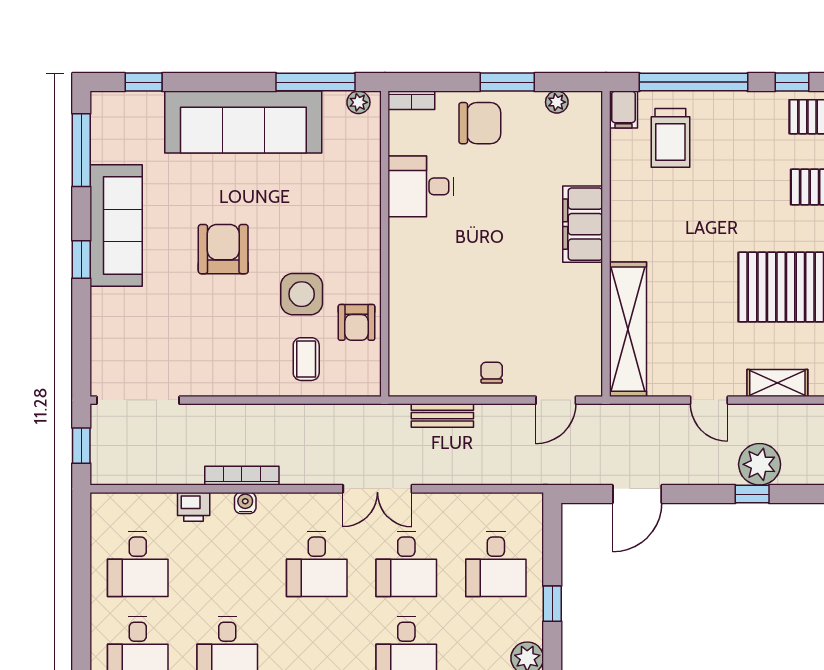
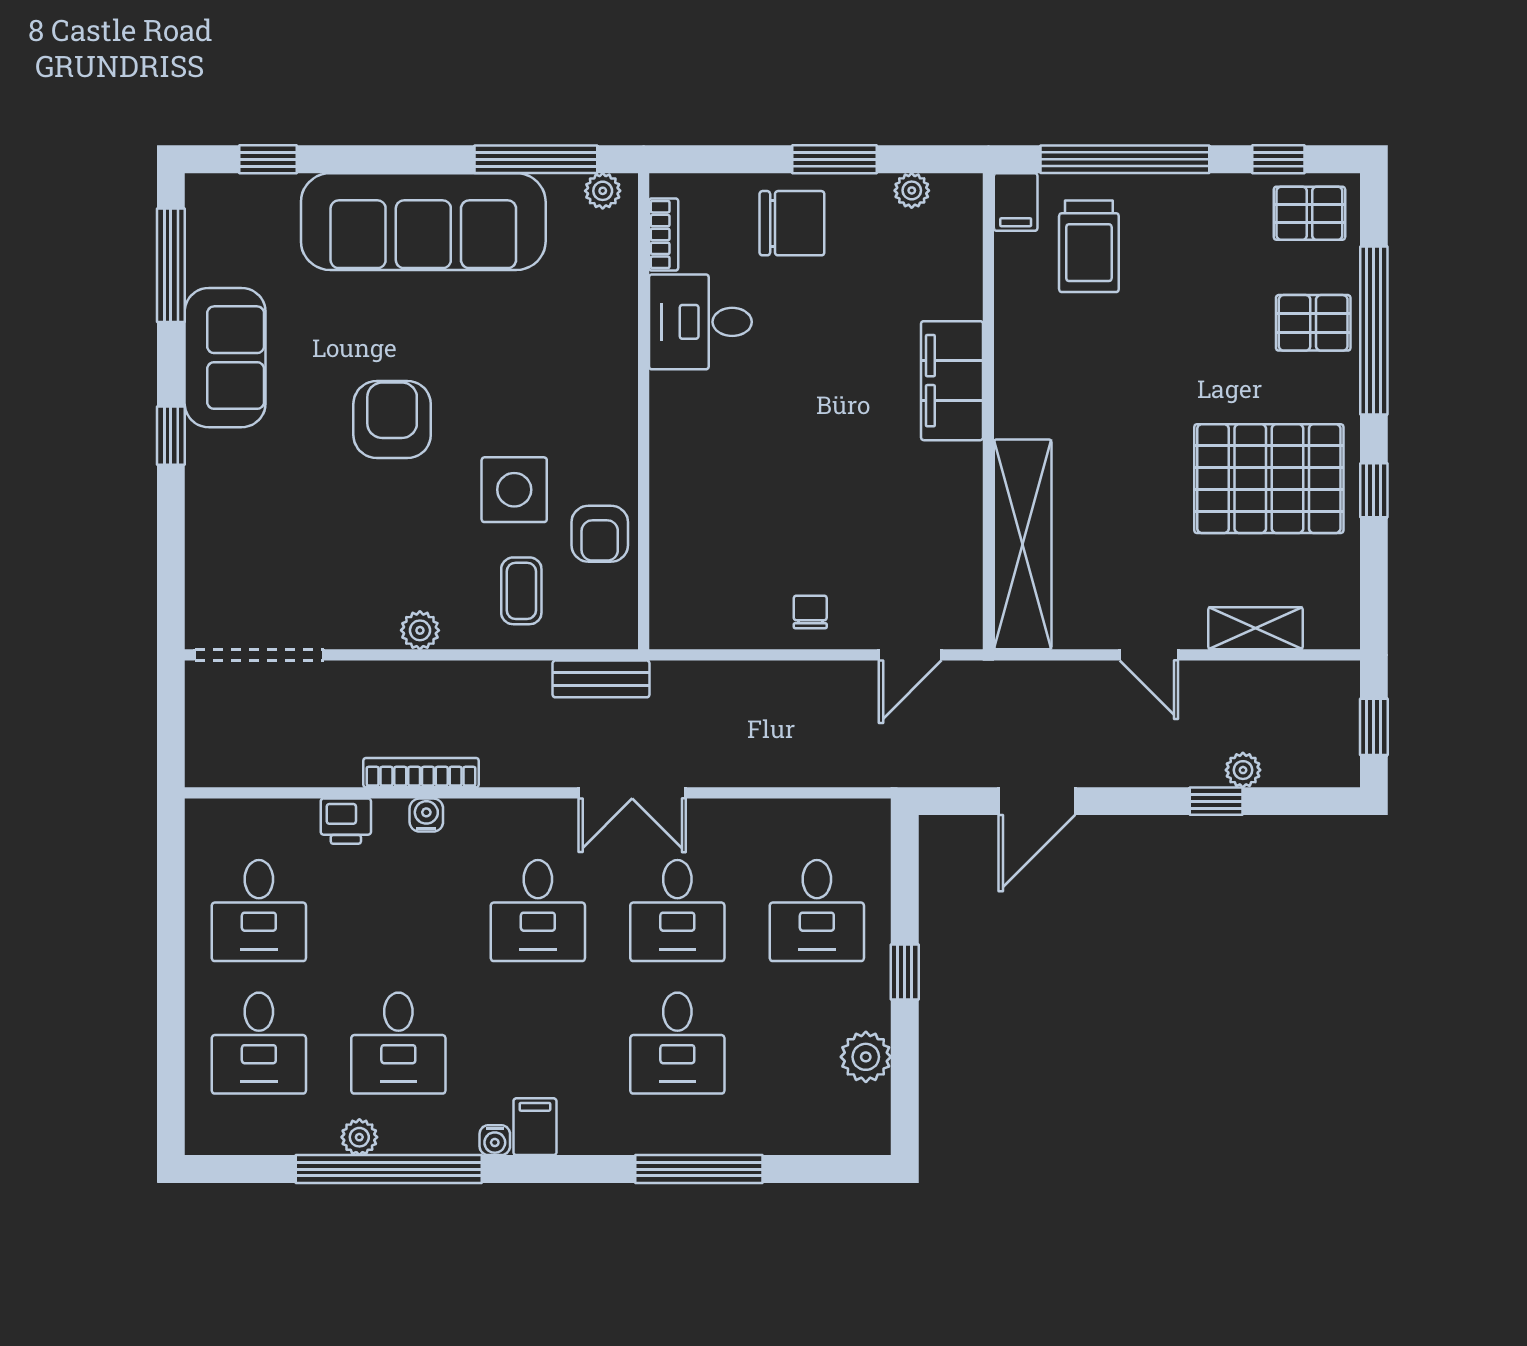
bookcase: (411, 100) -> (664, 234), moved, turned -90
sofa: (116, 226) -> (225, 358), width x0.73
plant: (241, 384) -> (420, 630), added
bench: (442, 416) -> (601, 679), moved
window: (81, 446) -> (171, 726), removed
plant: (760, 464) -> (1243, 770), width x0.53, depth x0.53

